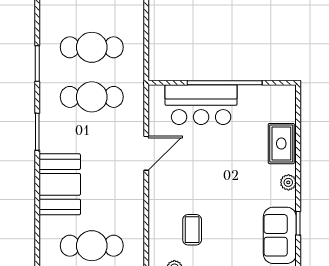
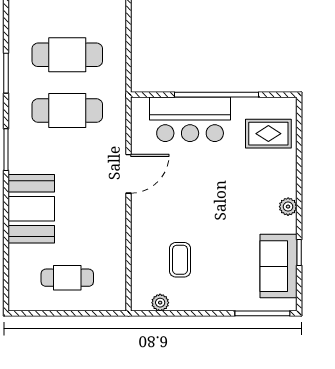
rug: (281, 144) -> (268, 134), moved, turned 90
cafe table: (92, 246) -> (67, 278), width x0.73, depth x0.74

